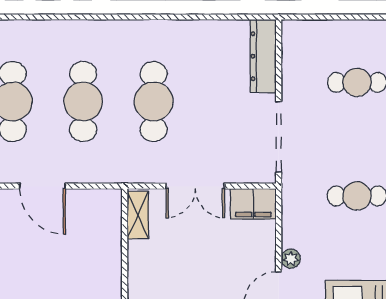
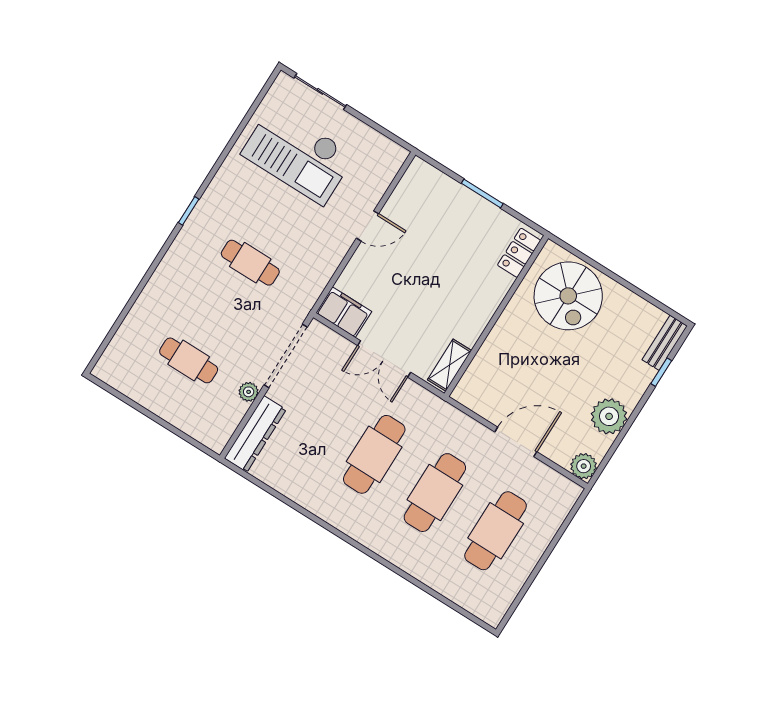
door: (42, 186) -> (516, 442), hinge flipped
double door: (195, 186) -> (384, 359), swing flipped
plant: (291, 259) -> (249, 392), moved

